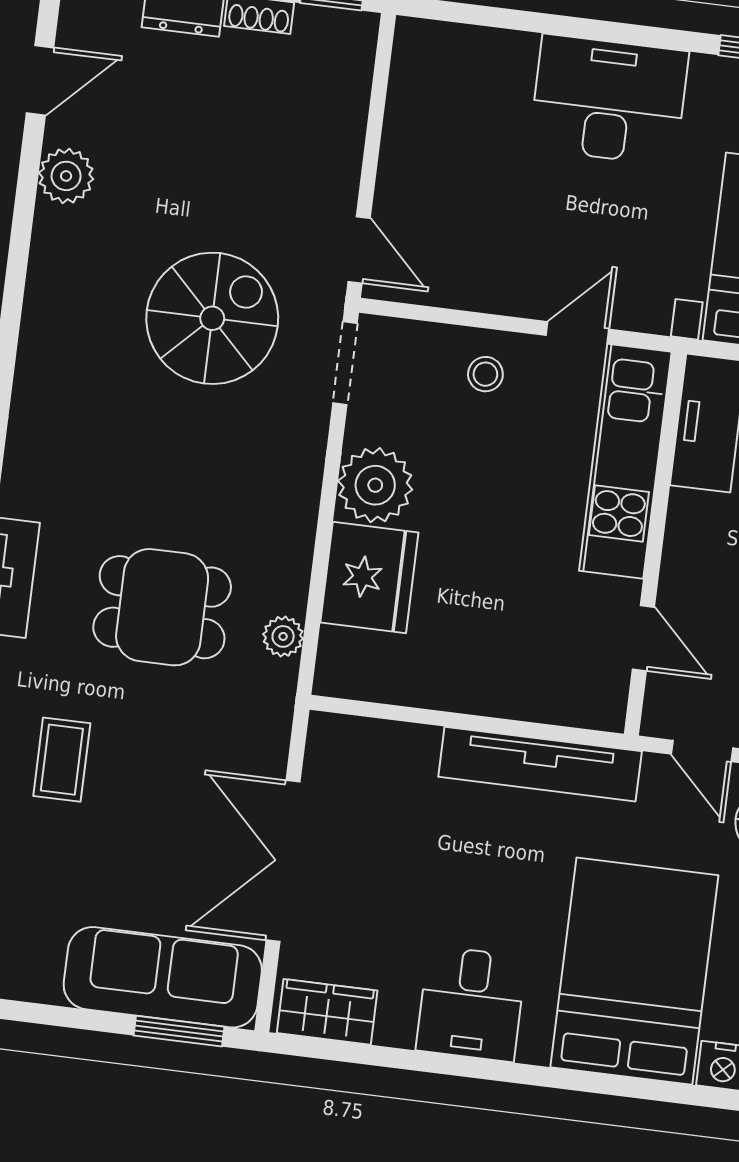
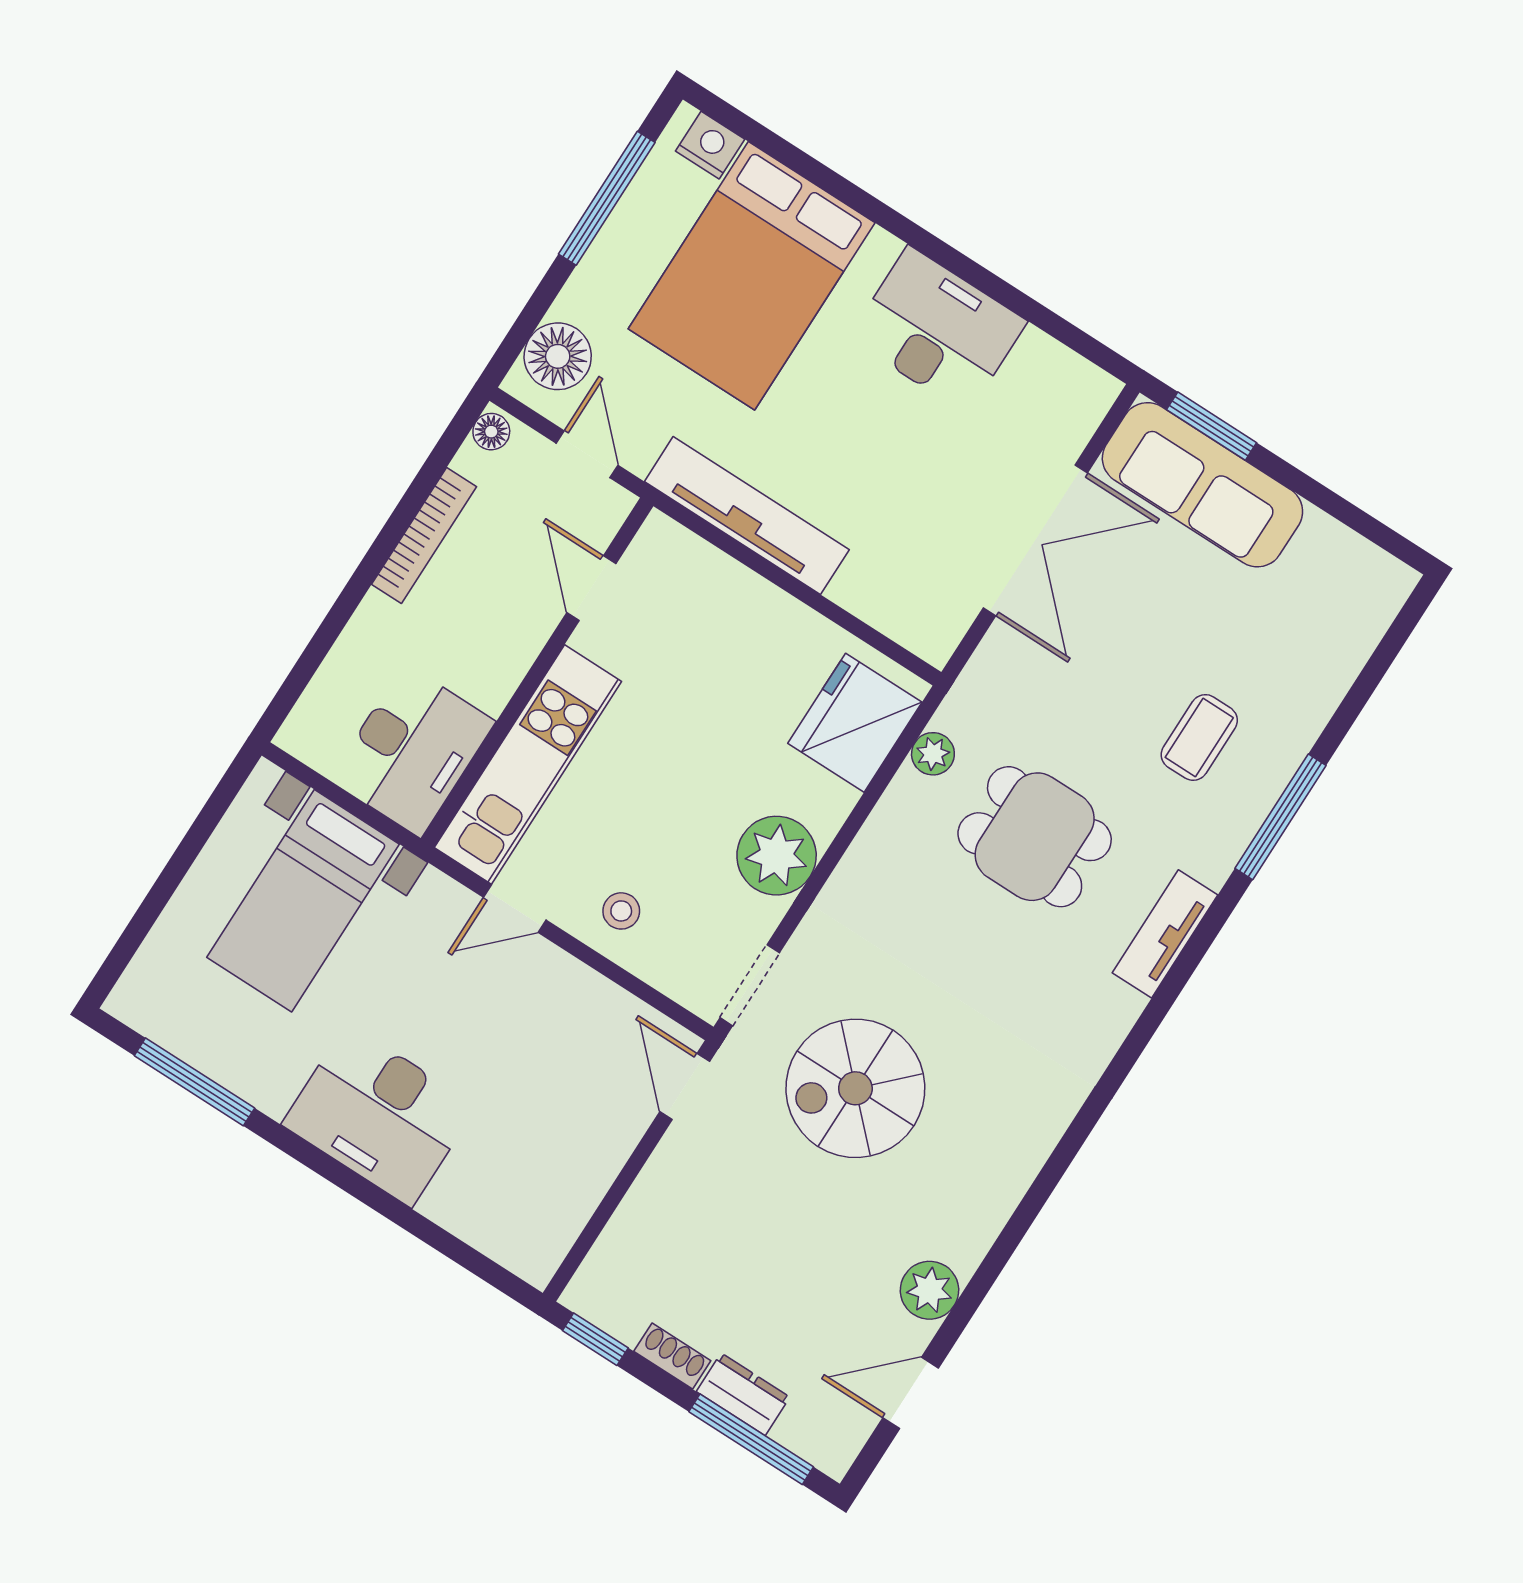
fridge: (369, 578) -> (855, 723), moved
desk: (471, 1004) -> (938, 330), width x1.37
wardrobe: (327, 1012) -> (1062, 377), removed

